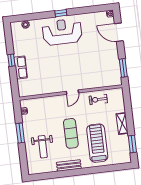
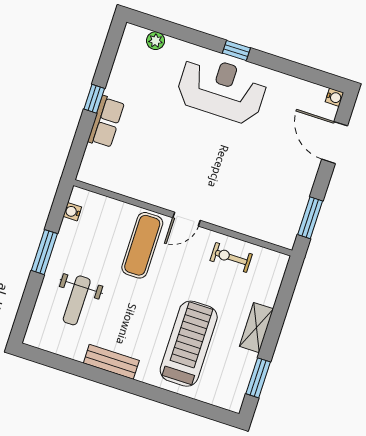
exercise mat: (71, 133) -> (142, 245), moved

